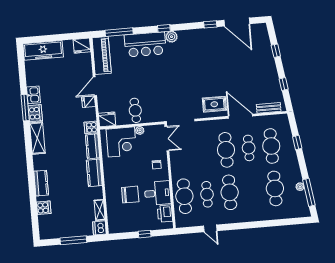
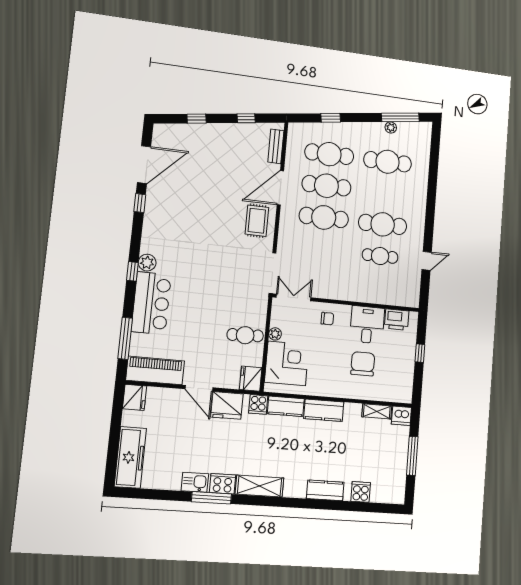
fridge: (88, 102) -> (227, 405), width x1.88, depth x1.34
cafe table: (249, 148) -> (327, 186), width x1.37, depth x1.35
cafe table: (184, 196) -> (378, 288), removed

